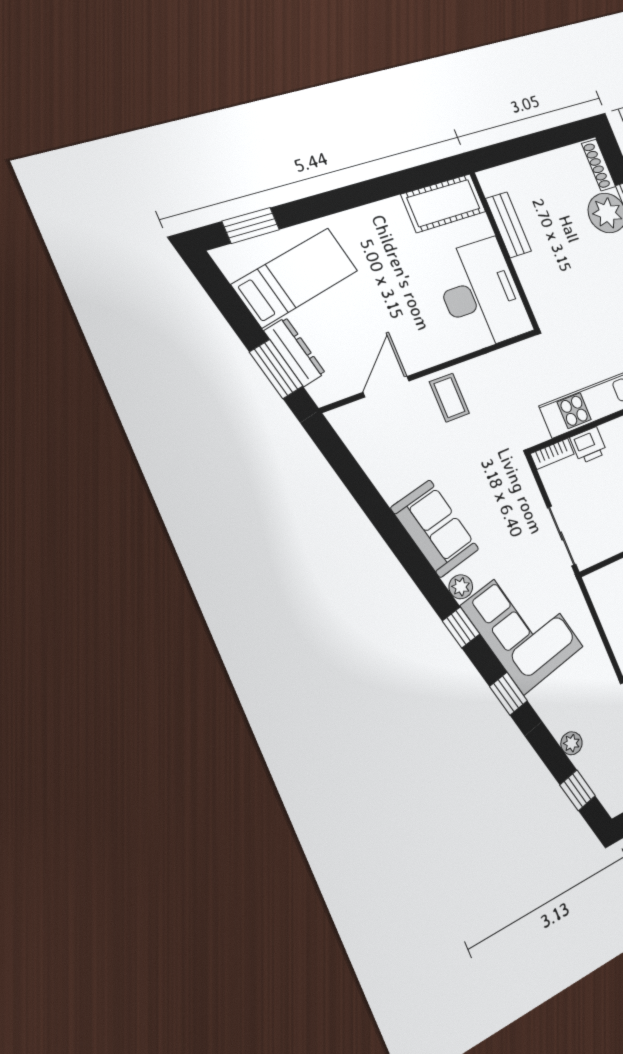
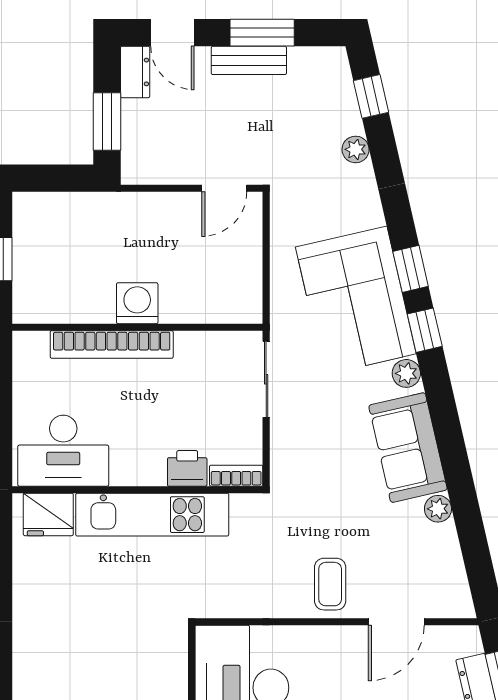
plant: (391, 490) -> (438, 509), added
window: (508, 694) -> (411, 269), moved

